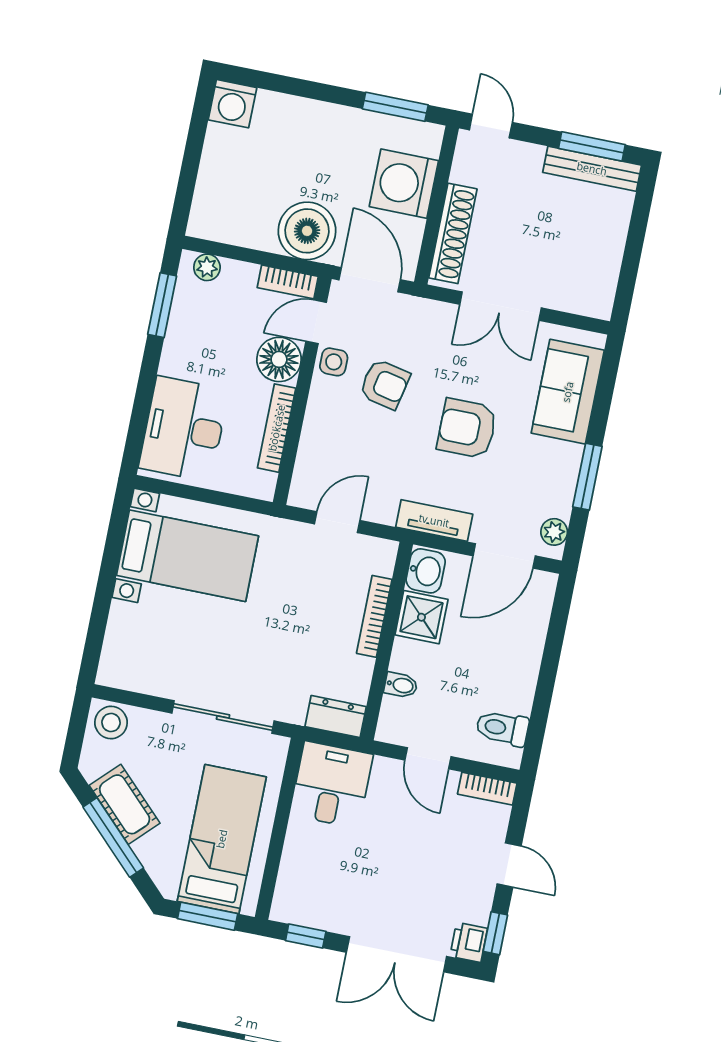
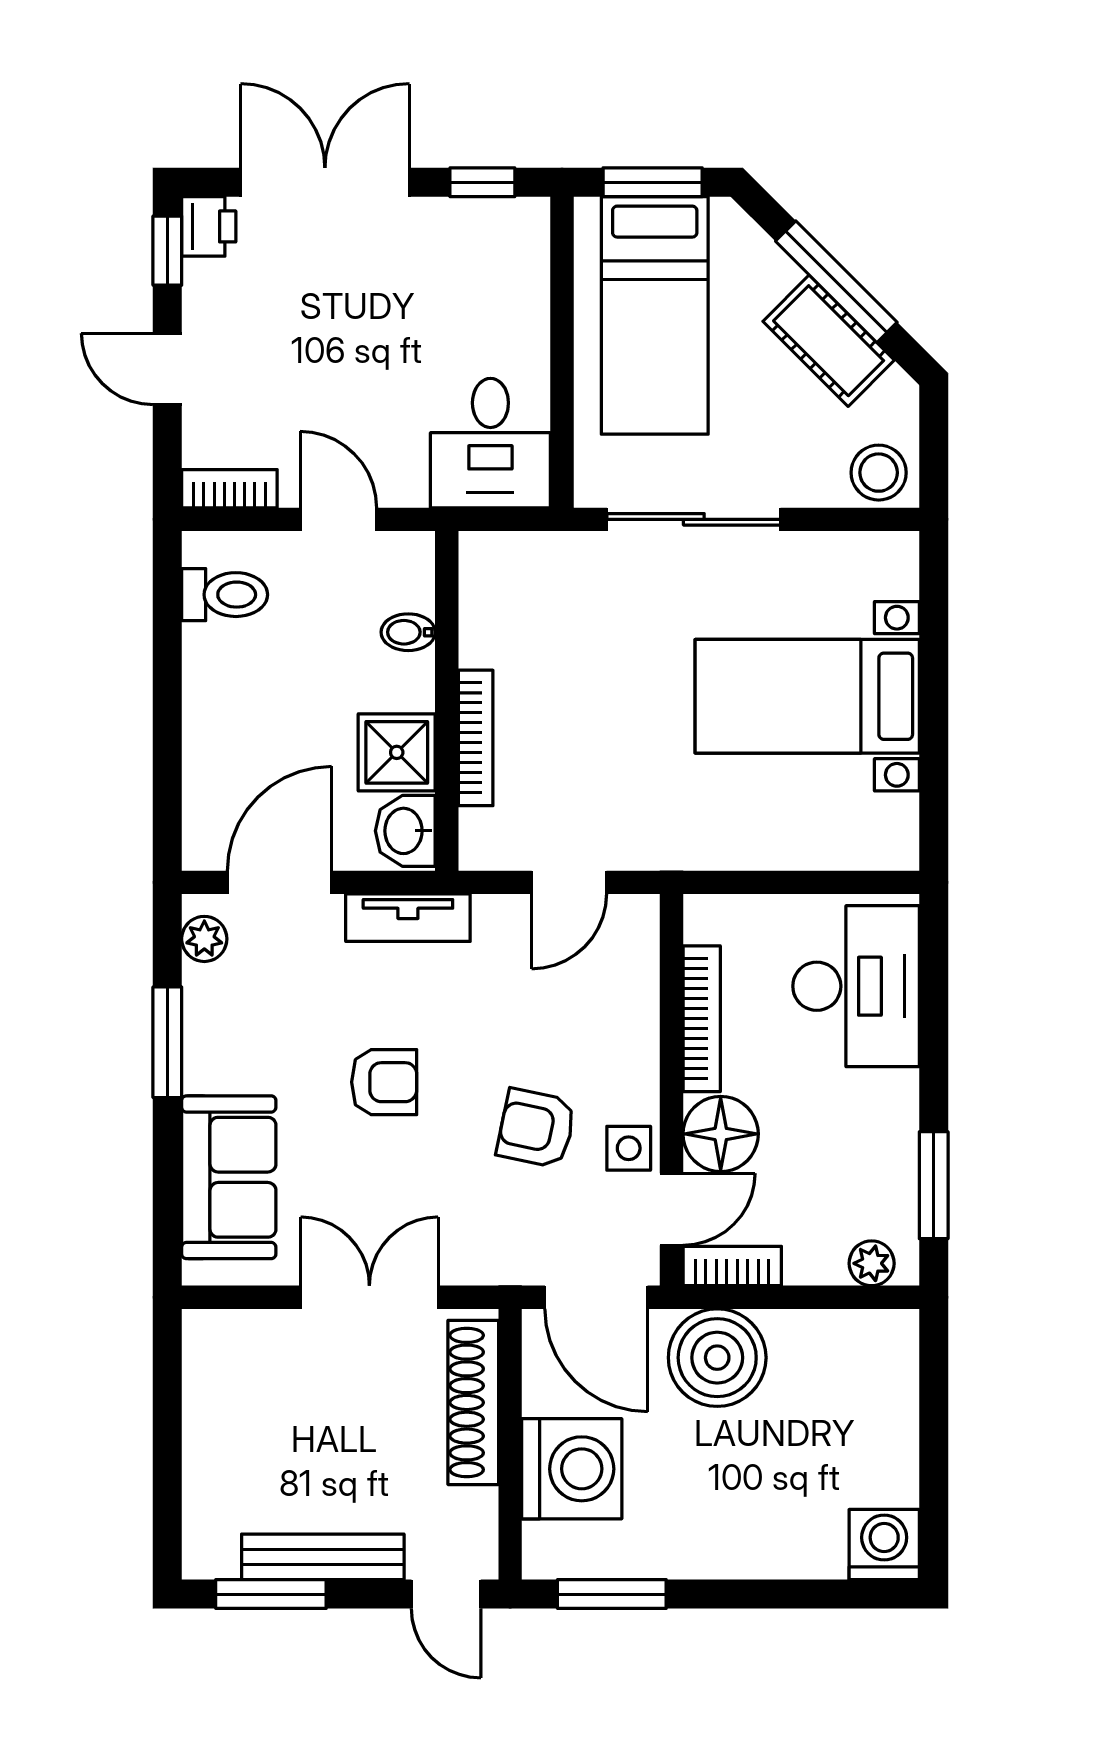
bench: (592, 169) -> (323, 1557), moved
armchair: (467, 428) -> (384, 1082), width x0.72, depth x0.72
bed with nightstands: (187, 556) -> (807, 696), moved
dresser: (336, 717) -> (506, 558), removed

